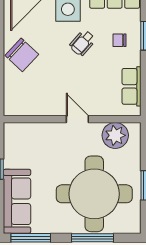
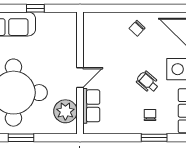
chair: (22, 55) -> (137, 28), width x0.54, depth x0.54
row of seats: (131, 86) -> (91, 106), moved, turned 90

